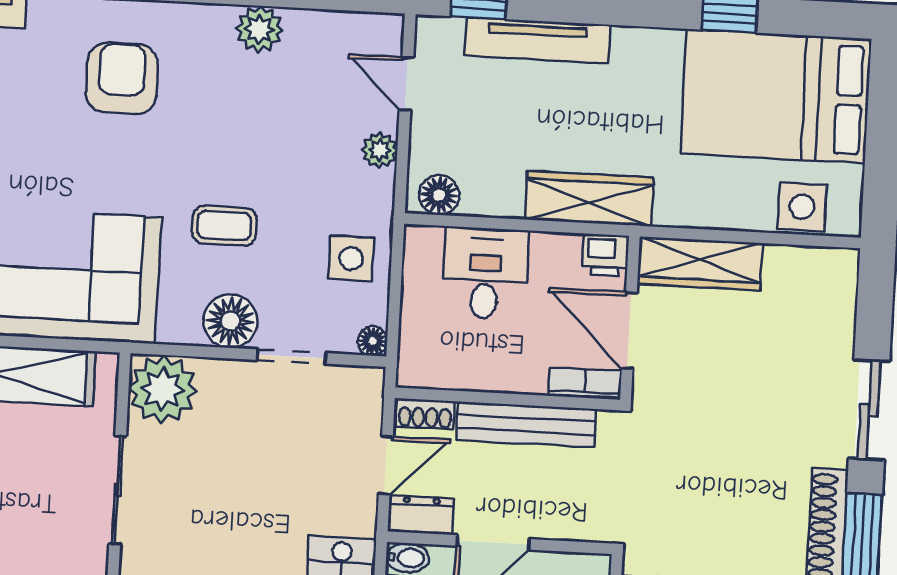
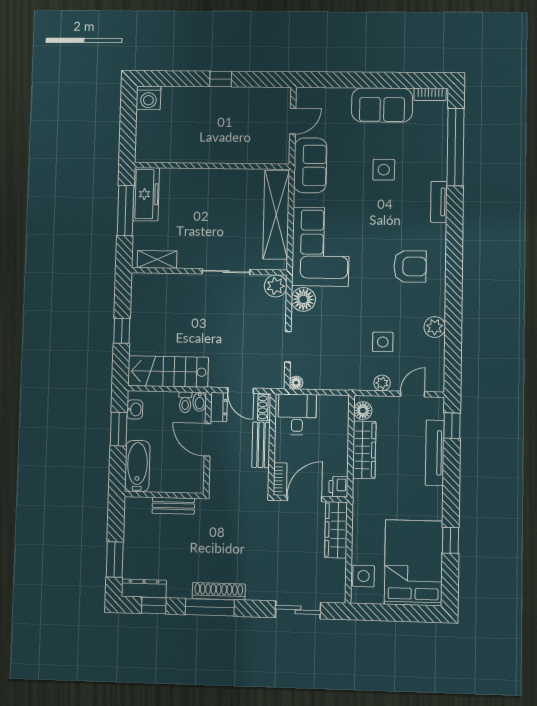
wardrobe: (589, 199) -> (364, 450), moved
coffee table: (224, 226) -> (346, 315), removed
side table: (351, 258) -> (383, 342), moved
desk: (485, 273) -> (297, 414), moved, turned -90
floor lamp: (230, 321) -> (303, 299), moved
plant: (163, 389) -> (276, 286), width x0.73, depth x0.73
sliding door: (869, 410) -> (298, 610), moved
bench: (526, 424) -> (261, 445), width x0.73

